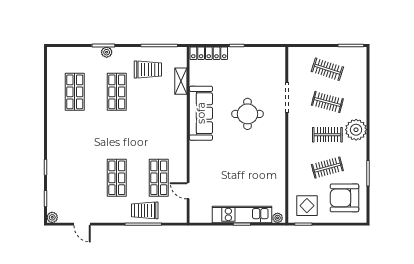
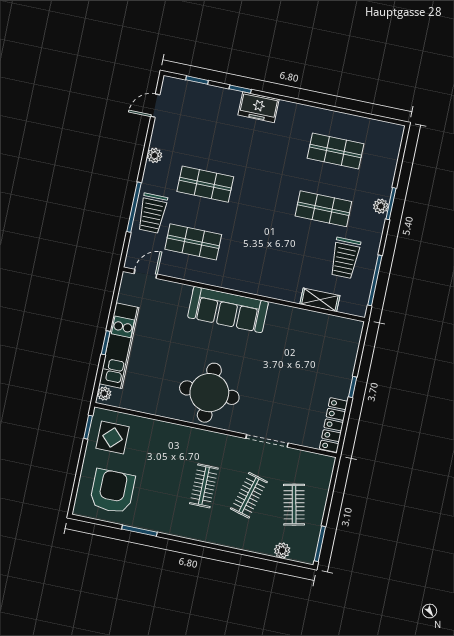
locker: (209, 53) -> (334, 425), moved
clothes rail: (327, 69) -> (294, 505), turned -30
sofa: (201, 113) -> (228, 310), moved
round table: (247, 114) -> (209, 393), moved, width x1.36, depth x1.36
plant: (356, 130) -> (282, 550), moved, width x0.53, depth x0.53
freezer: (55, 152) -> (259, 107), added
clothes rail: (327, 168) -> (159, 476), removed
door: (188, 191) -> (145, 274), moved
trolley: (145, 210) -> (152, 213), turned 180
plant: (52, 217) -> (155, 155), moved
door: (82, 224) -> (155, 106), moved

